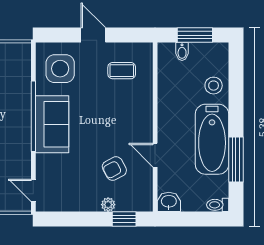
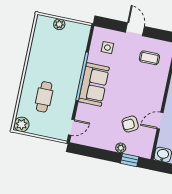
side table: (60, 69) -> (107, 48), width x0.54, depth x0.54
door: (155, 155) -> (160, 121), hinge flipped
door: (33, 190) -> (71, 127), swing flipped

